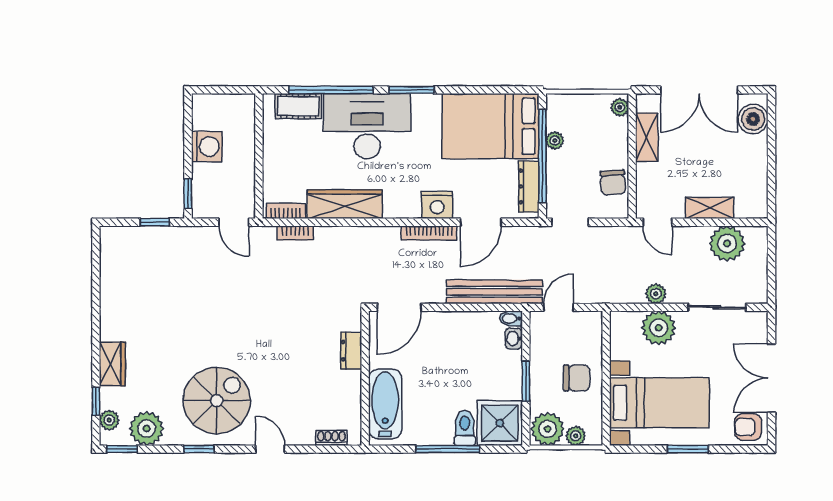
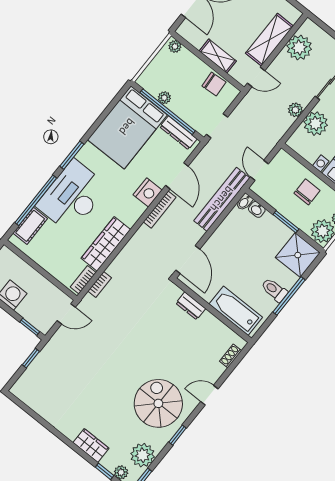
shelving: (647, 137) -> (218, 56), moved
shelving: (710, 208) -> (269, 40), width x1.50, depth x1.33
toilet: (465, 428) -> (274, 290), moved

